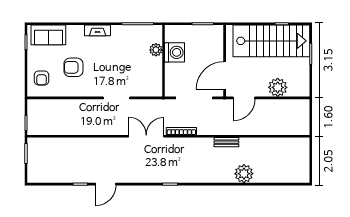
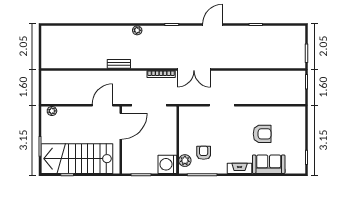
sofa: (48, 35) -> (269, 164), moved
plant: (156, 50) -> (185, 161), moved
washing machine: (175, 52) -> (167, 164), moved
armchair: (42, 78) -> (204, 153), moved
plant: (278, 87) -> (52, 111), moved, width x0.53, depth x0.53
plant: (244, 174) -> (137, 30), moved, width x0.53, depth x0.53
door: (106, 184) -> (213, 25), moved

